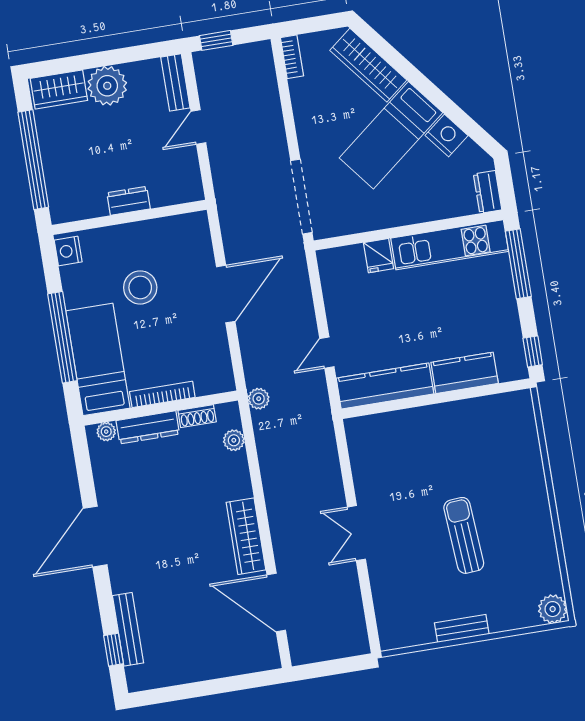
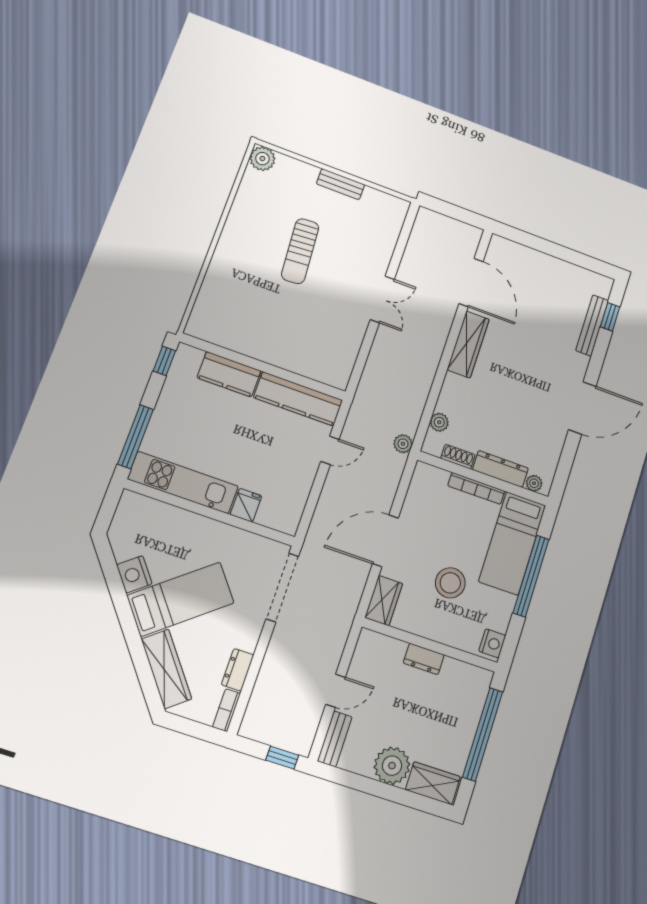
dresser: (488, 192) -> (238, 670), moved, turned 180
wardrobe: (197, 236) -> (384, 601), added

